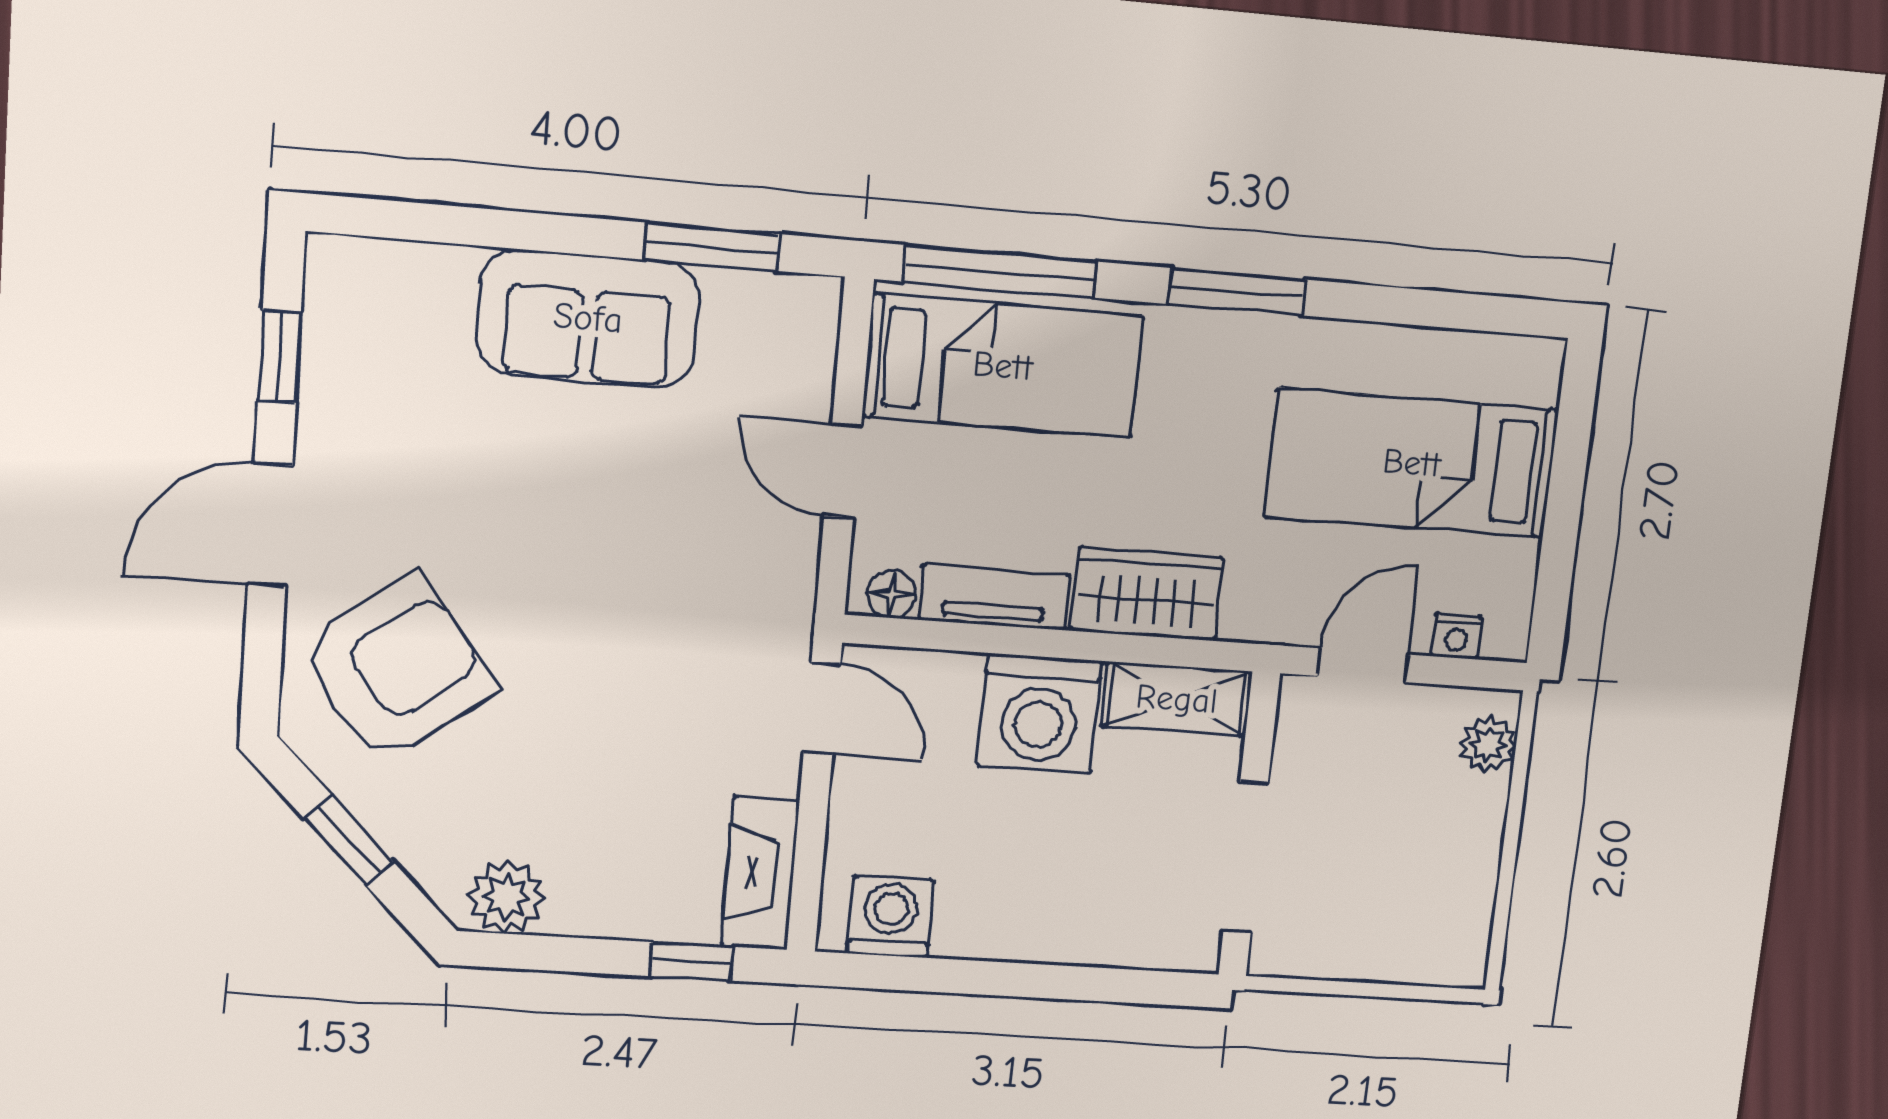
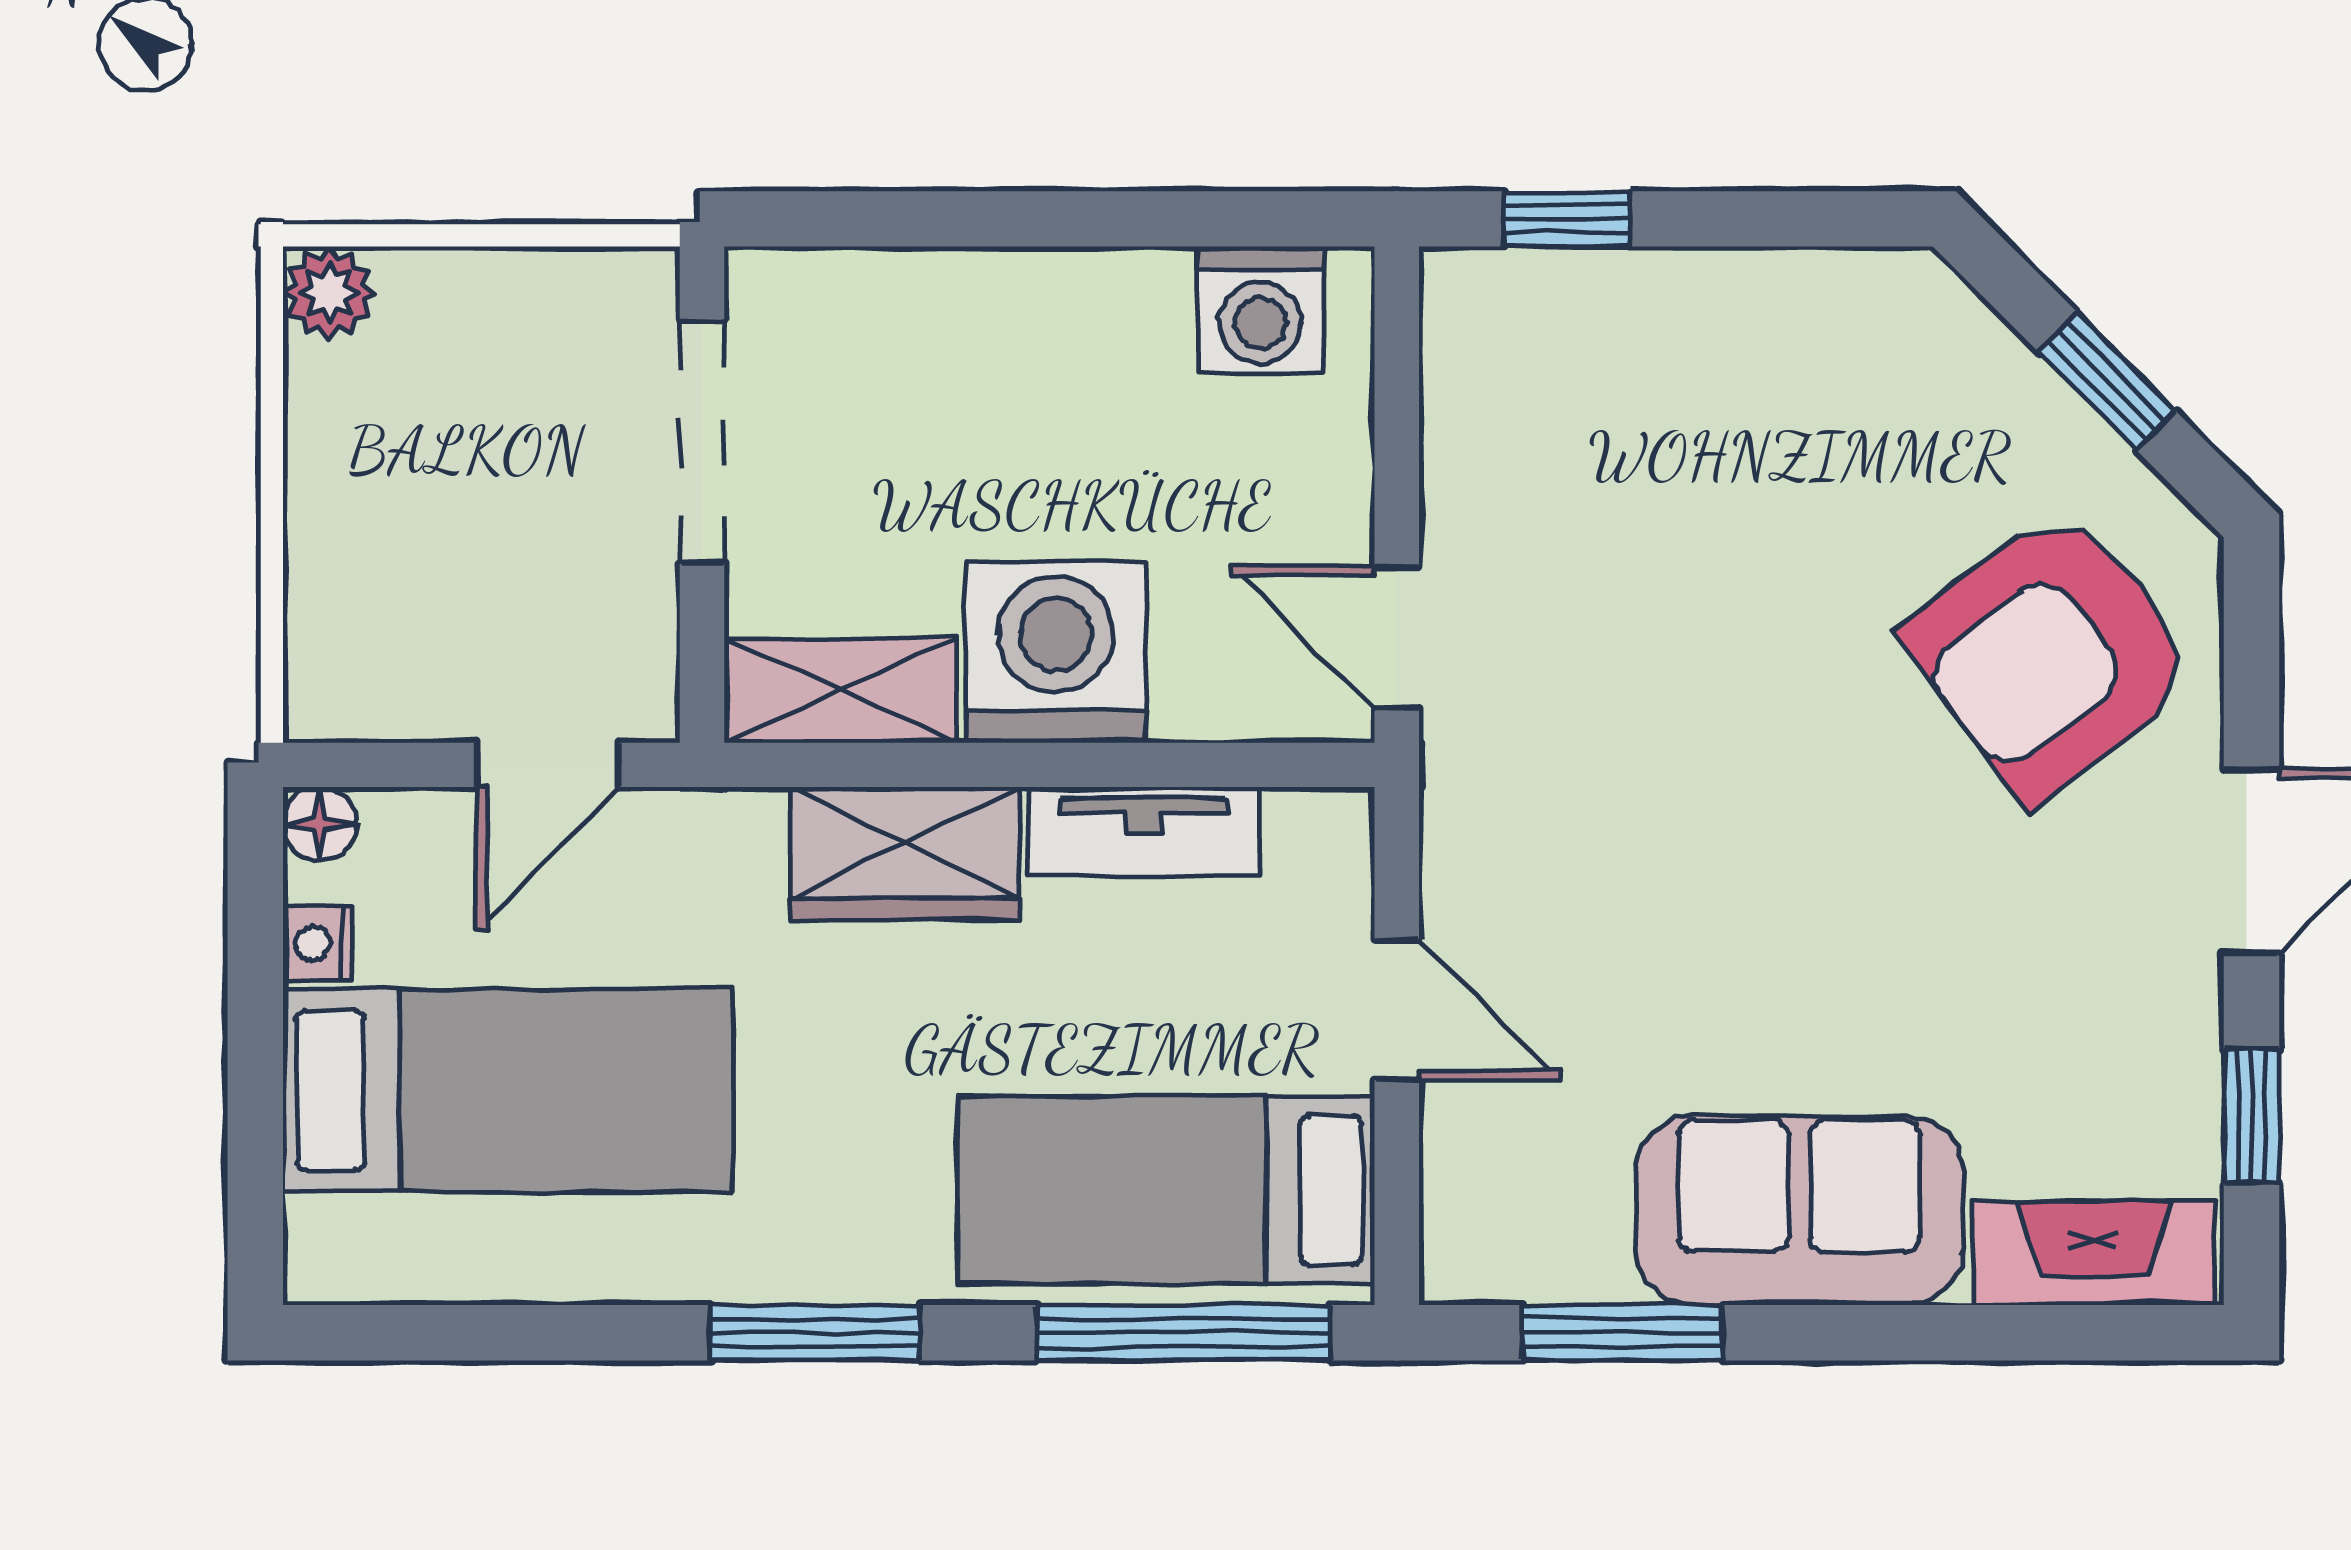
floor lamp: (891, 594) -> (320, 824), moved
nightstand: (1456, 636) -> (318, 943), moved, turned -90
plant: (1488, 744) -> (329, 293), moved
fireplace: (760, 873) -> (2094, 1253), moved, turned -90
plant: (506, 897) -> (1861, 305), removed

